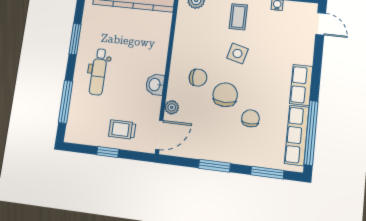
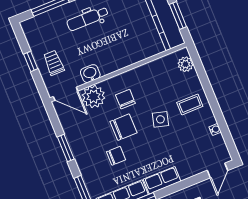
chair: (198, 78) -> (125, 99), turned 180
washbasin: (155, 85) -> (90, 74), moved
plant: (172, 107) -> (94, 97), width x1.87, depth x1.87

